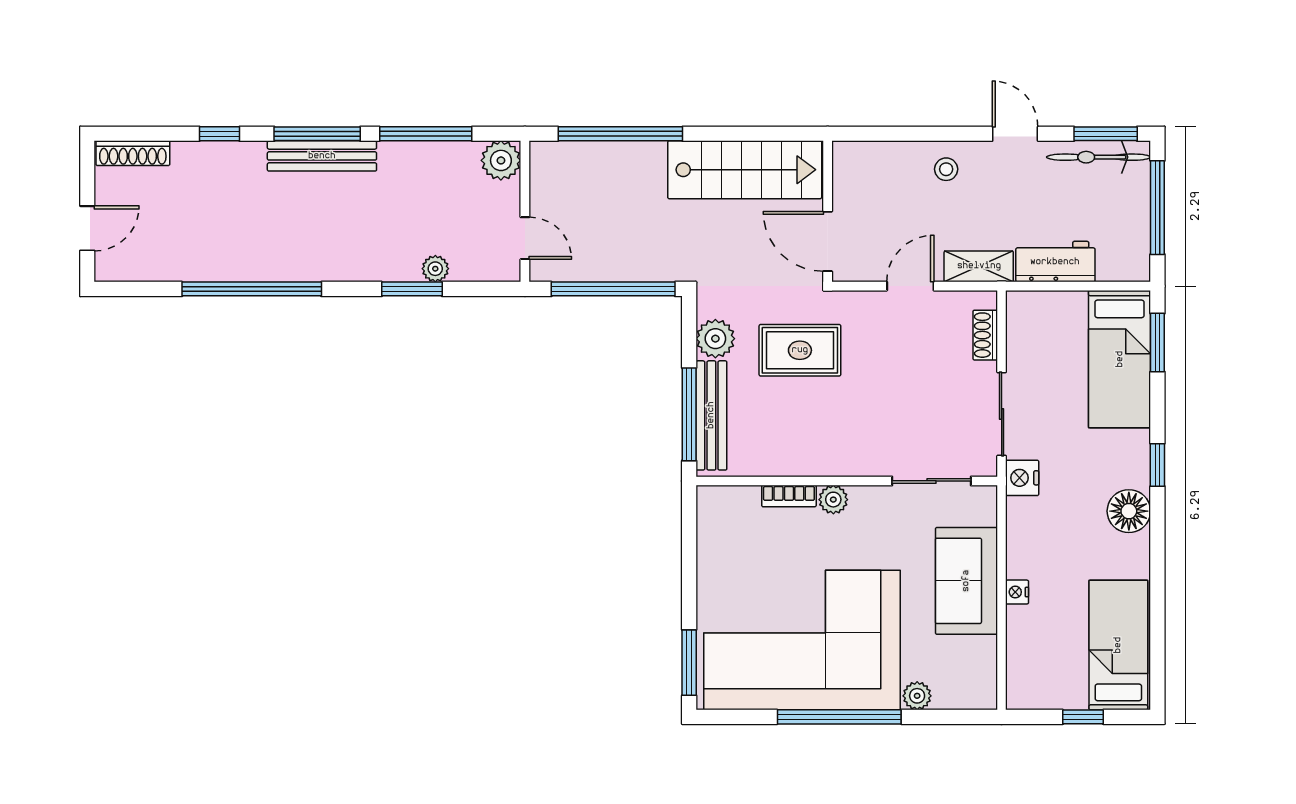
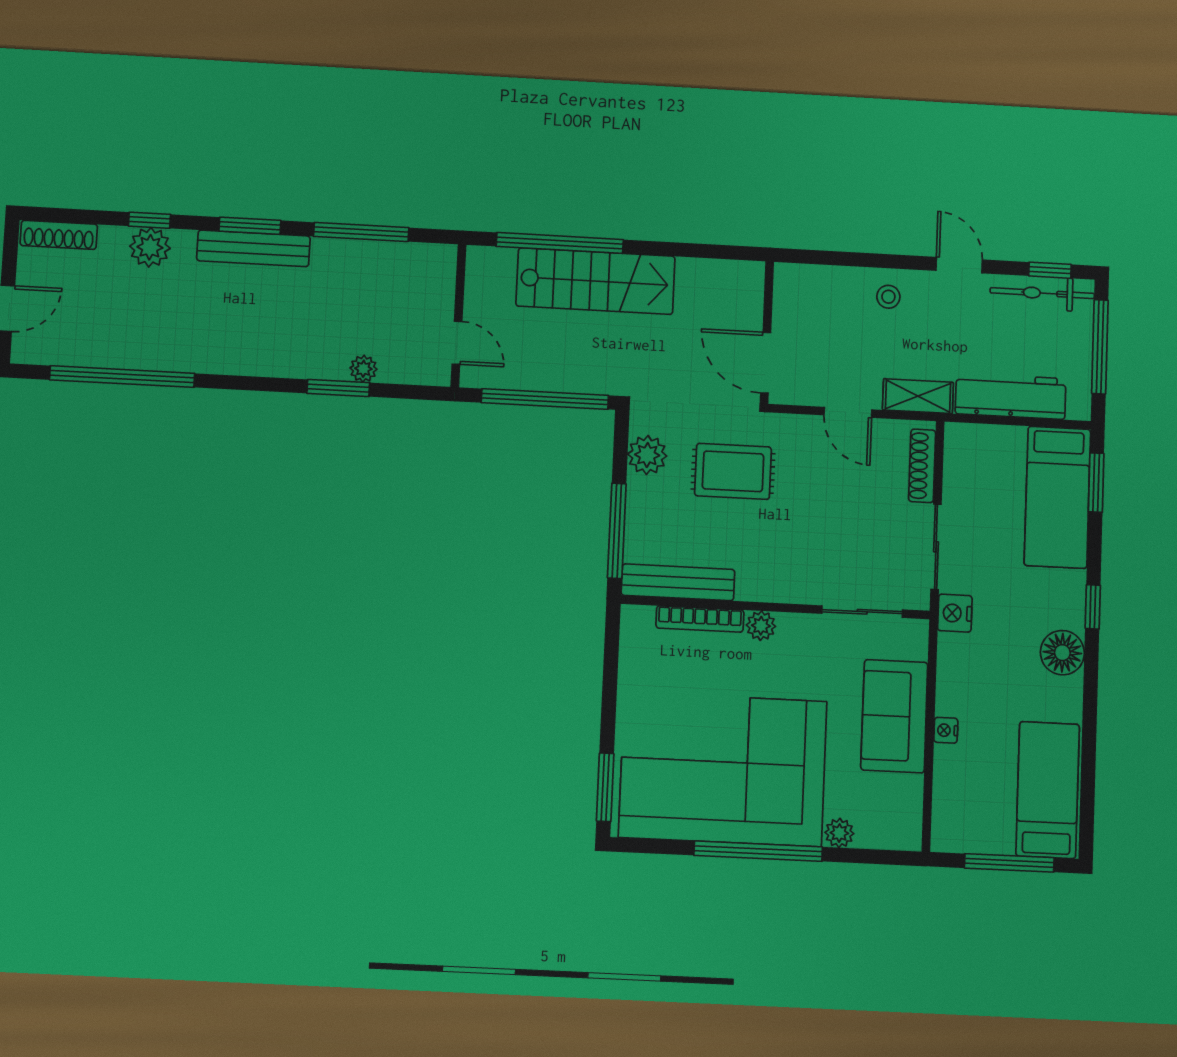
window: (317, 134) -> (250, 226), width x0.69
window: (1106, 134) -> (1050, 270), width x0.67
plant: (501, 160) -> (150, 247), moved
stairs: (745, 170) -> (596, 281), moved
workbench: (1055, 262) -> (1011, 396), width x1.38
door: (910, 286) -> (848, 412), swing flipped
window: (252, 289) -> (122, 377), moved
shoe rack: (985, 335) -> (922, 466), width x1.43
bench: (711, 415) -> (678, 582), moved, turned 90
bookcase: (789, 496) -> (700, 619), width x1.56
window: (1083, 717) -> (1009, 863), width x2.17

